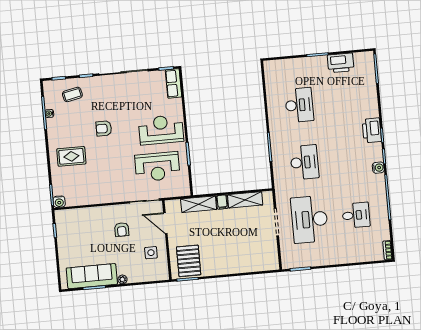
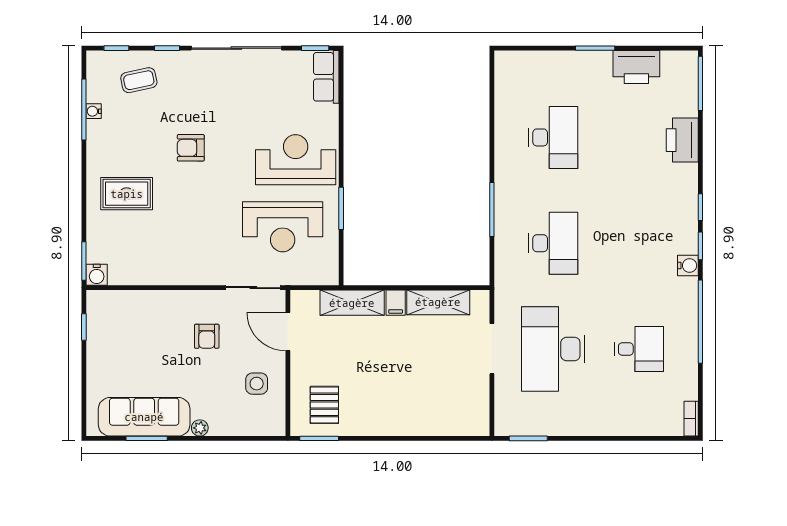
printer: (372, 130) -> (682, 140), moved
pallet: (189, 261) -> (324, 405), width x0.67, depth x0.71

